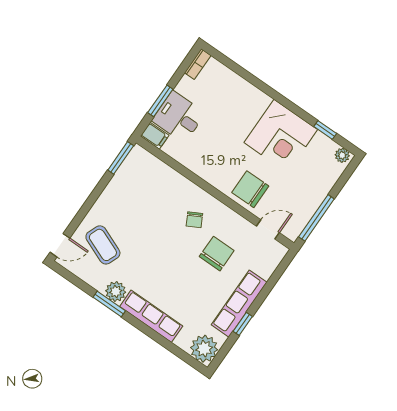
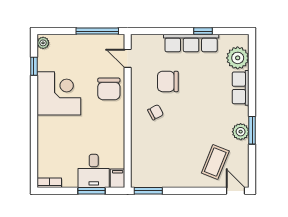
row of seats: (151, 316) -> (241, 88), width x0.68
plant: (204, 349) -> (238, 58), moved

